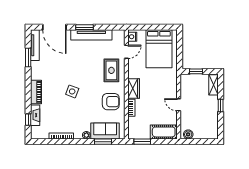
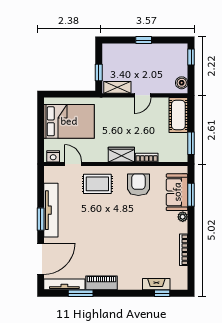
shelving: (214, 85) -> (117, 87), moved
side table: (72, 91) -> (125, 235), removed
piano: (36, 92) -> (102, 283), moved
window: (208, 142) -> (191, 57), added

